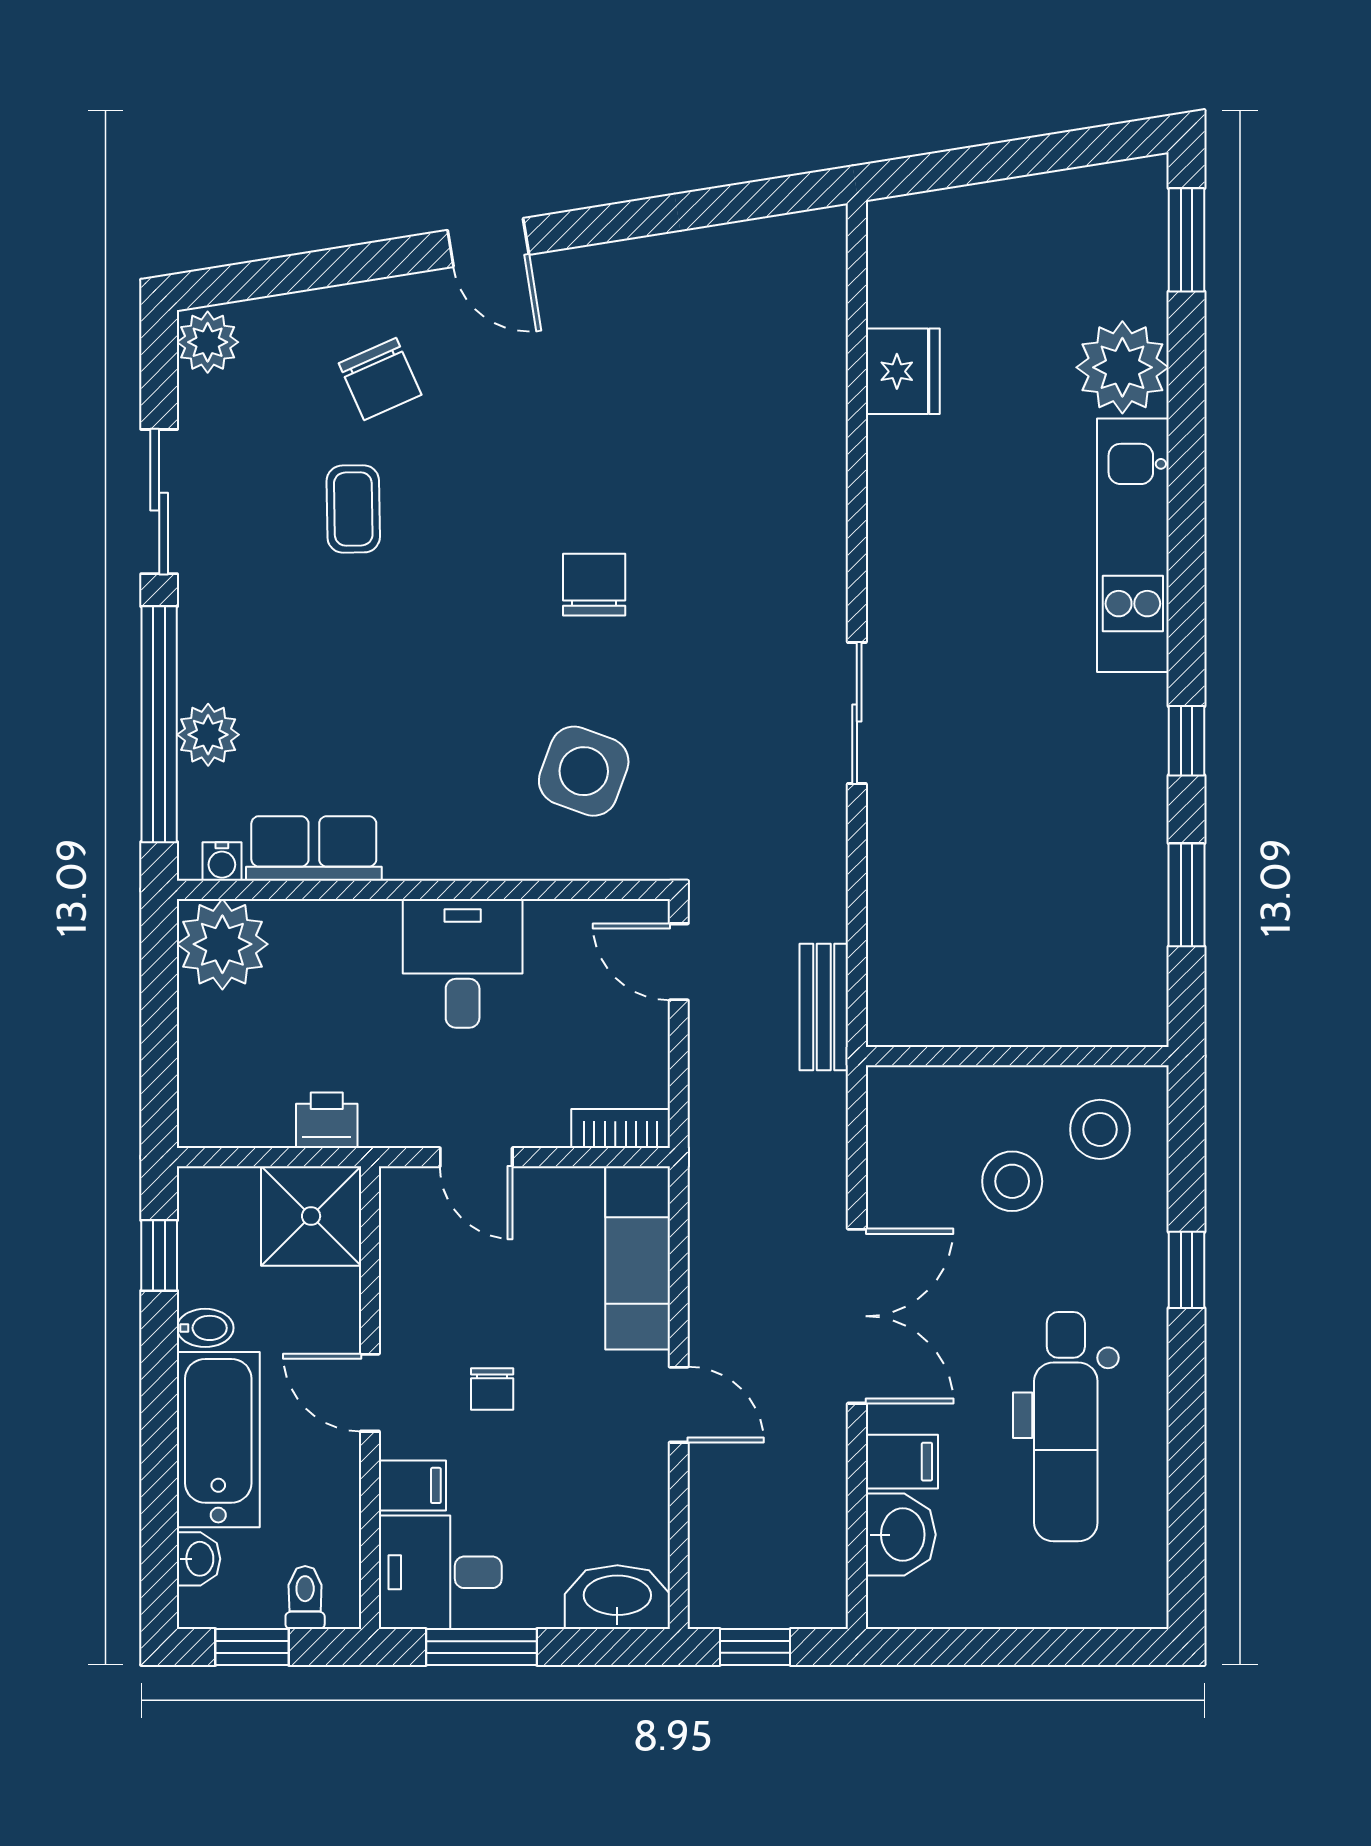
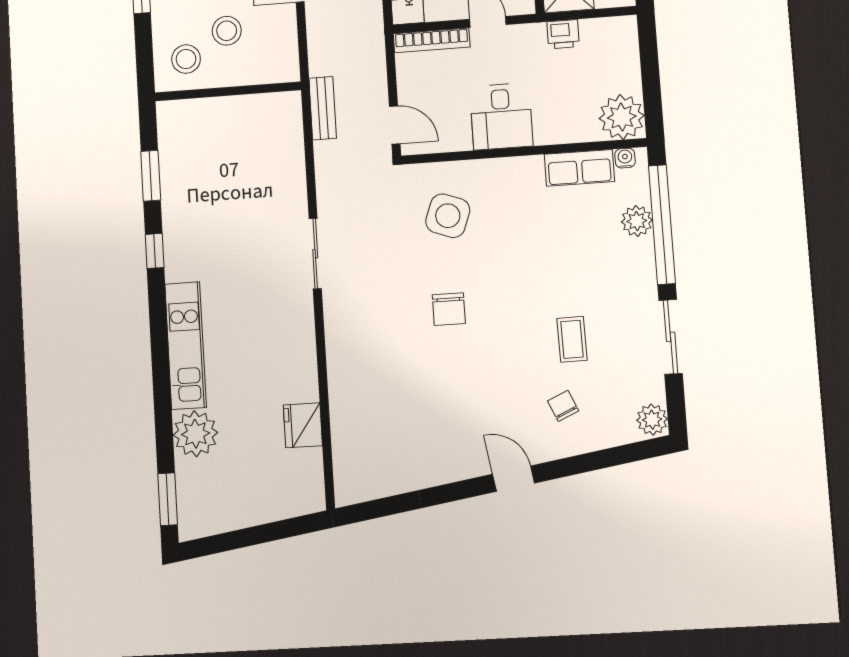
chair: (380, 379) -> (563, 406), width x0.73, depth x0.73
bookcase: (621, 1128) -> (432, 40), width x1.56

